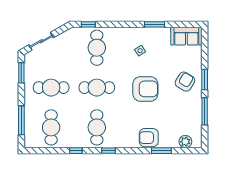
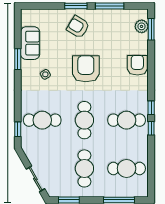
sofa: (186, 36) -> (30, 43), moved
armchair: (149, 138) -> (137, 65), turned 180
window: (76, 151) -> (151, 128), moved
window: (161, 151) -> (151, 29), moved

